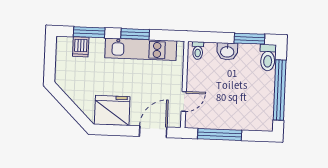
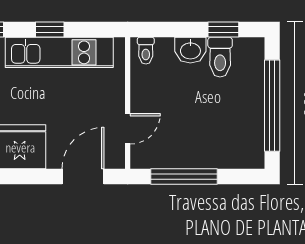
window: (135, 34) -> (50, 30), width x0.67
window: (249, 39) -> (223, 30), width x0.67
toilet: (268, 58) -> (220, 57), moved

